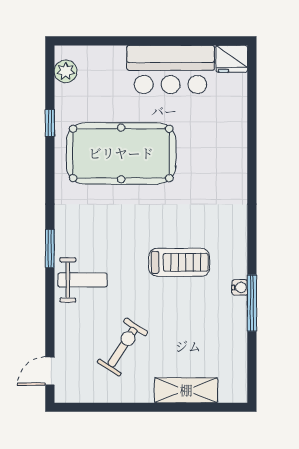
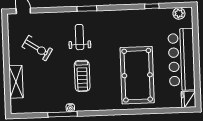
bar counter: (171, 70) -> (182, 59), width x1.36
pool table: (121, 153) -> (137, 75), moved
weight bench: (82, 280) -> (80, 37), moved, turned 180

